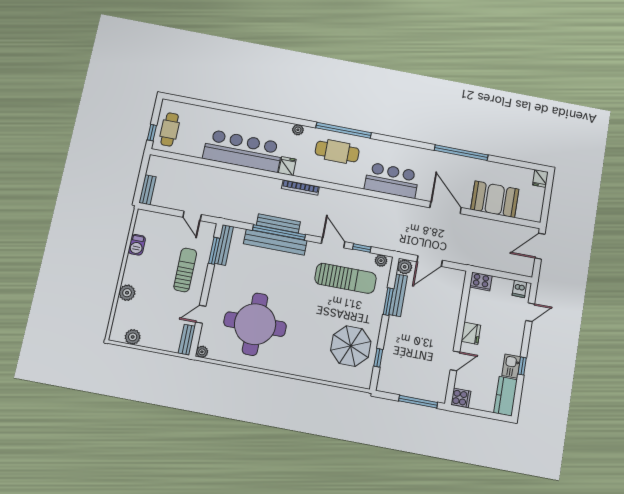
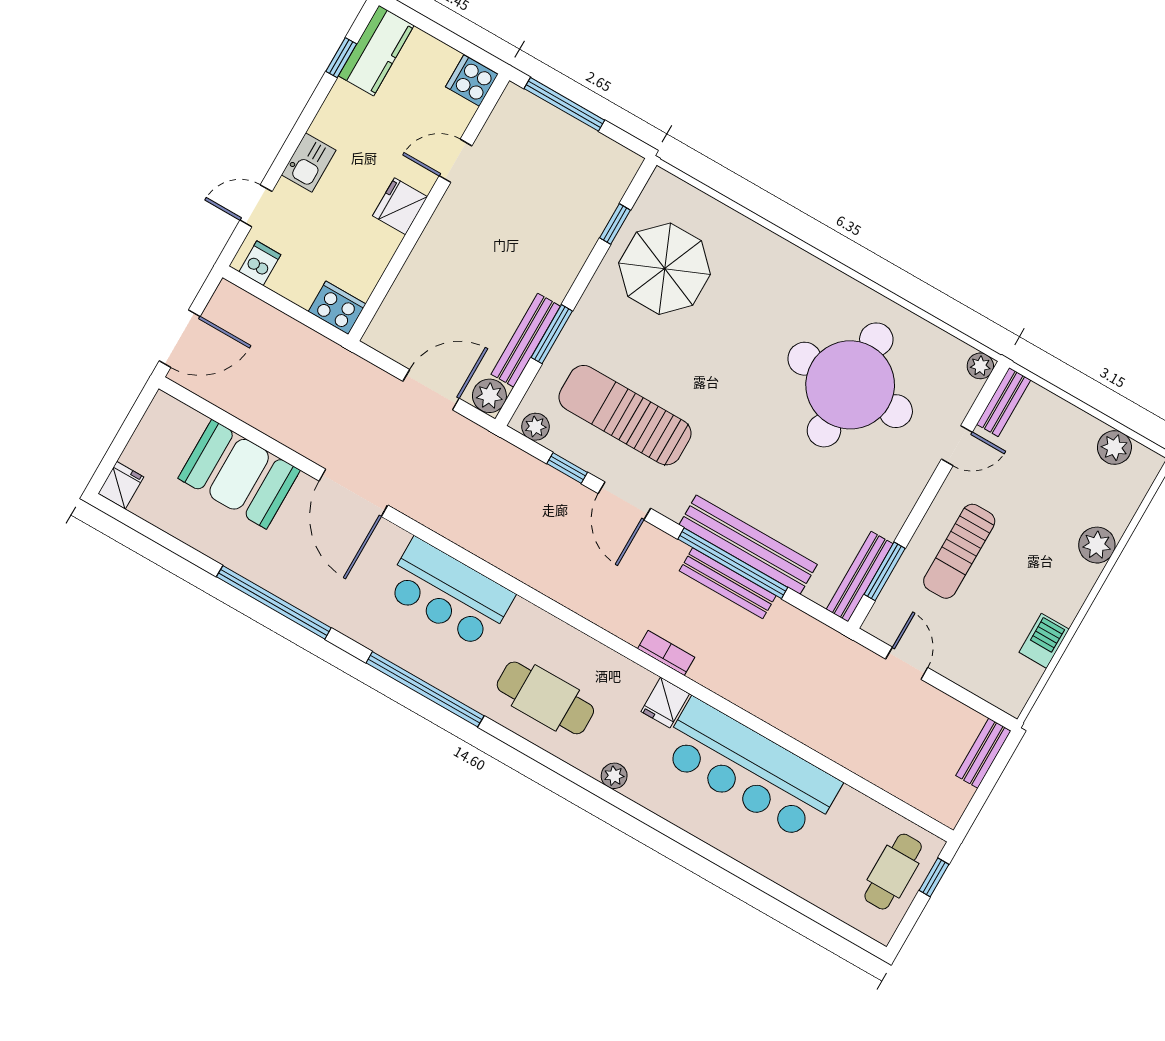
window: (344, 130) -> (425, 689), moved
bookcase: (300, 188) -> (666, 653), width x0.64
kitchen sink: (511, 366) -> (309, 163), moved
window: (522, 366) -> (341, 58), moved

